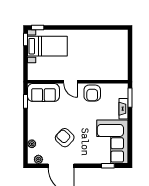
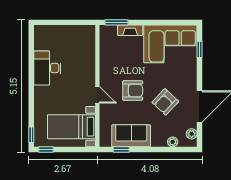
desk: (93, 41) -> (47, 68), added
bed with nightstands: (47, 46) -> (72, 127), moved, turned -90
door: (71, 82) -> (97, 95), hinge flipped
sofa: (43, 93) -> (131, 136), moved, turned -90
armchair: (92, 93) -> (133, 91), moved

